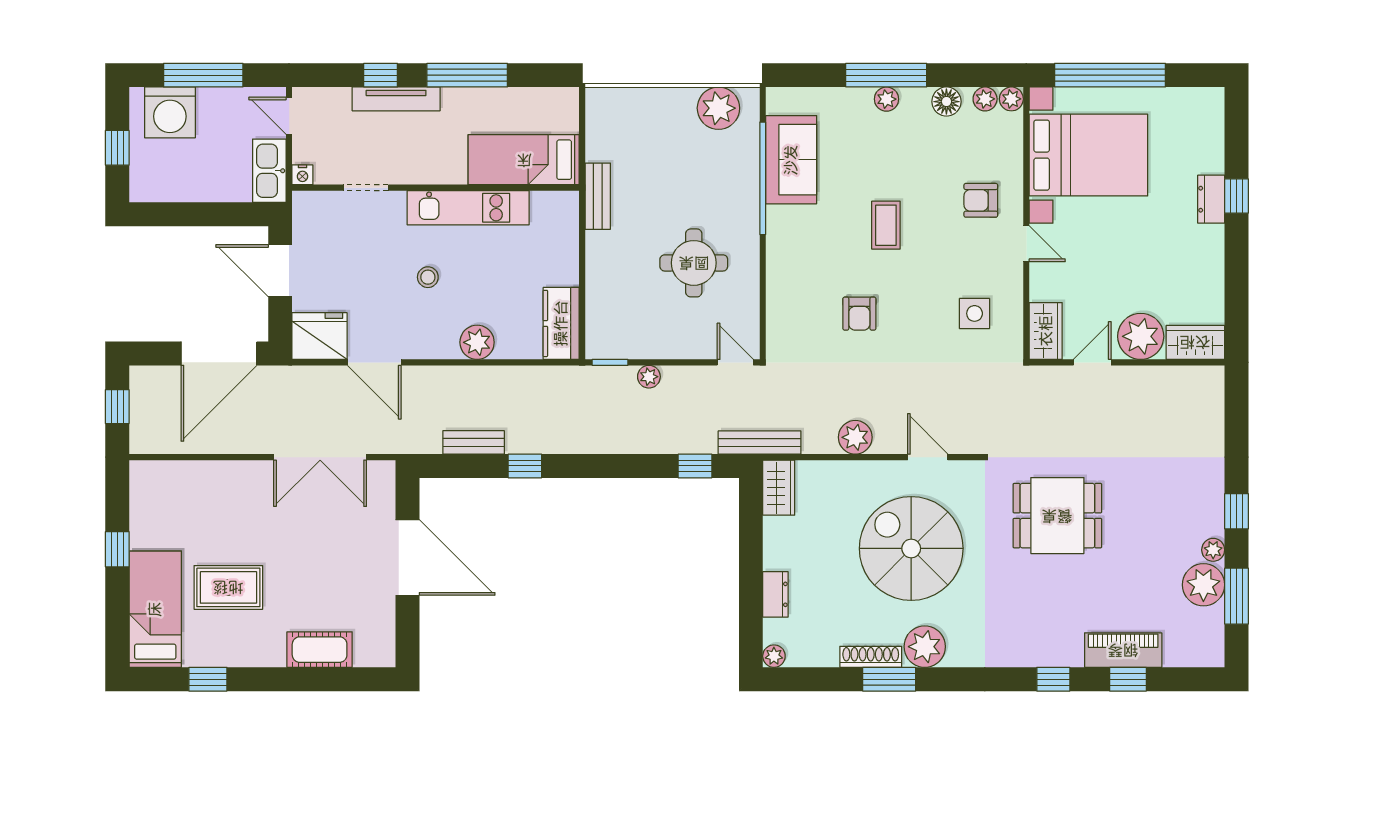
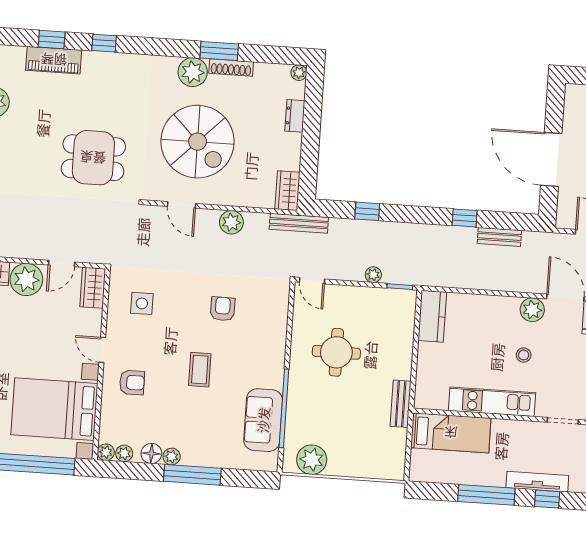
plant: (886, 99) -> (172, 457), moved
plant: (477, 342) -> (532, 310), moved
window: (695, 466) -> (367, 211), moved

